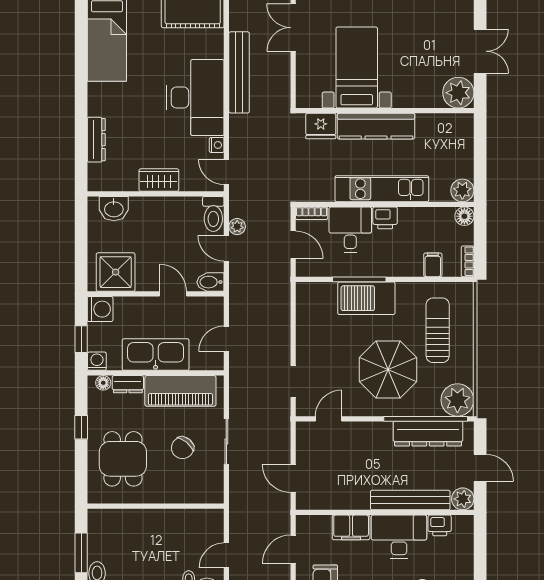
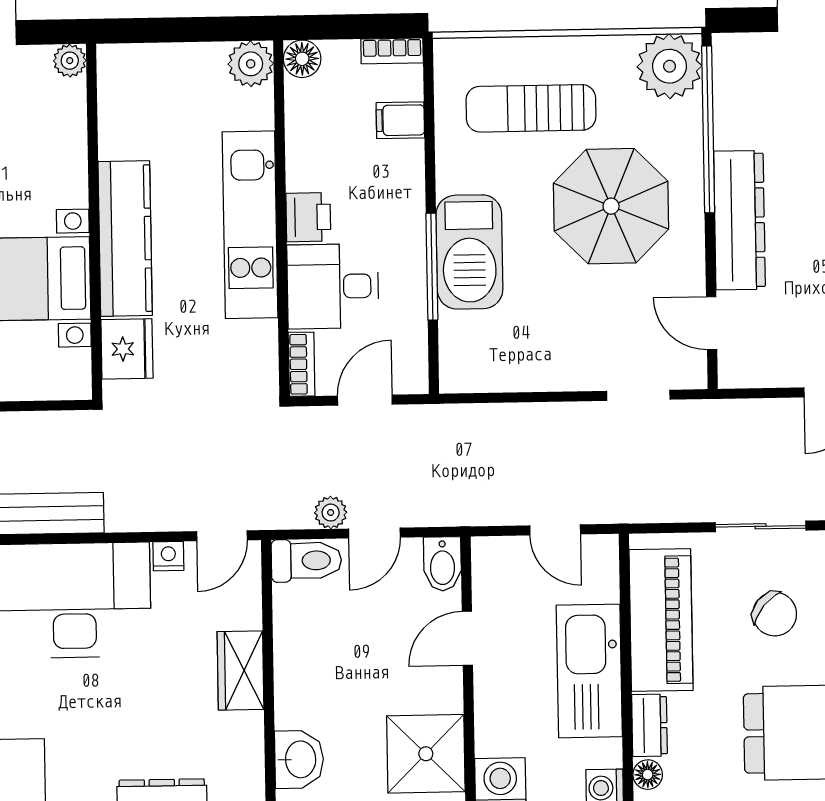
plant: (458, 93) -> (70, 61), width x0.53, depth x0.53
dresser: (428, 434) -> (740, 220), moved

